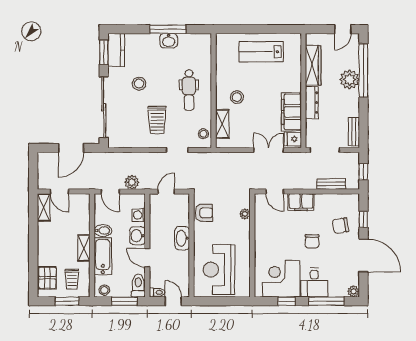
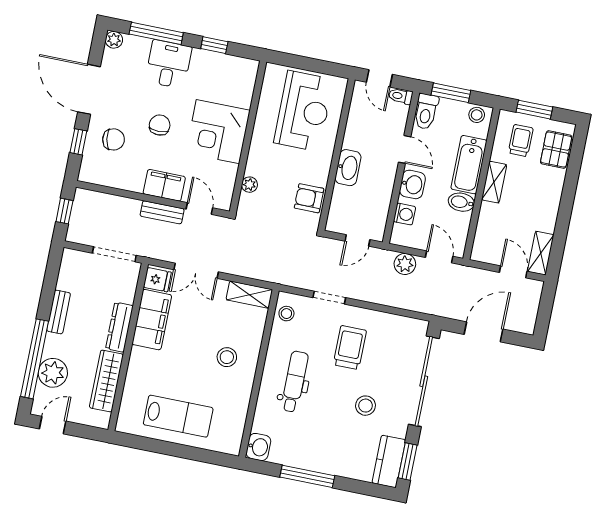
washbasin: (169, 41) -> (258, 447), moved, turned 90
plant: (350, 79) -> (53, 373), moved
shelving: (222, 124) -> (249, 295), moved, turned 90
bench: (354, 132) -> (59, 312), moved
bench: (331, 184) -> (162, 212), moved
corner desk: (281, 279) -> (218, 132), moved, turned 90

